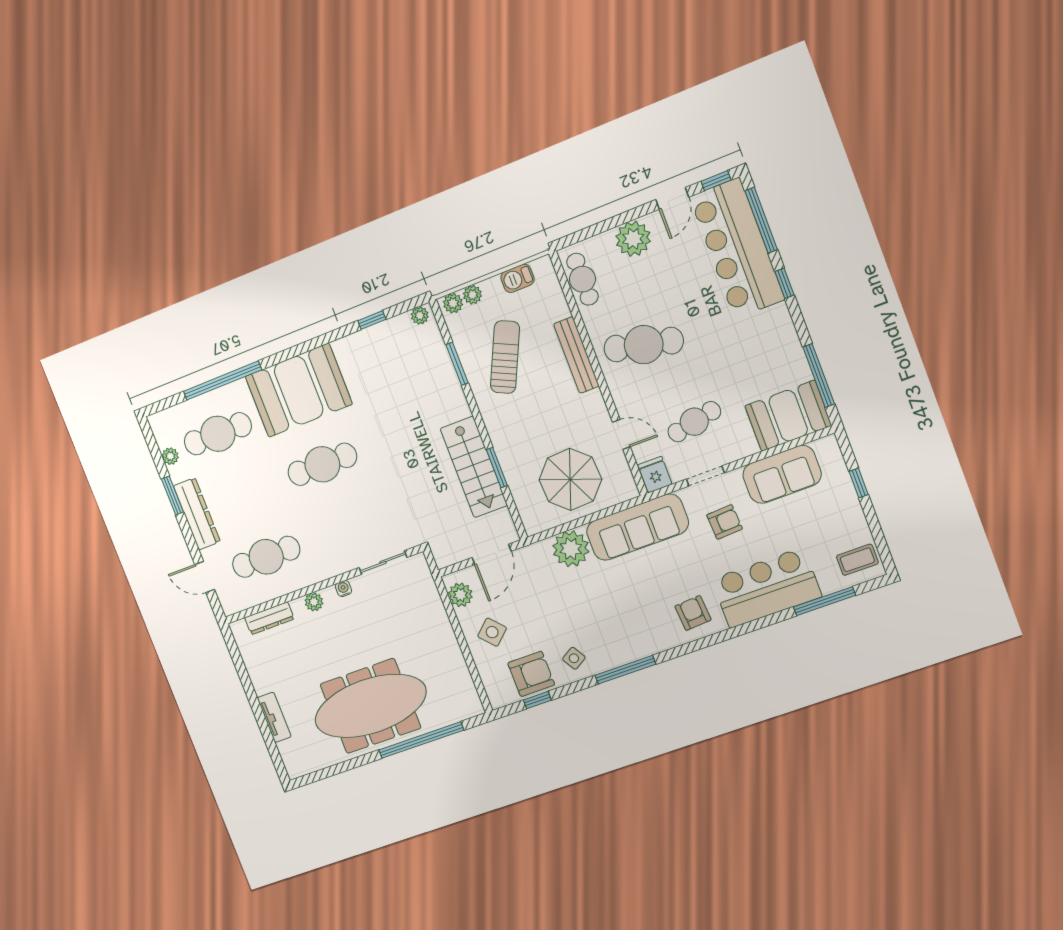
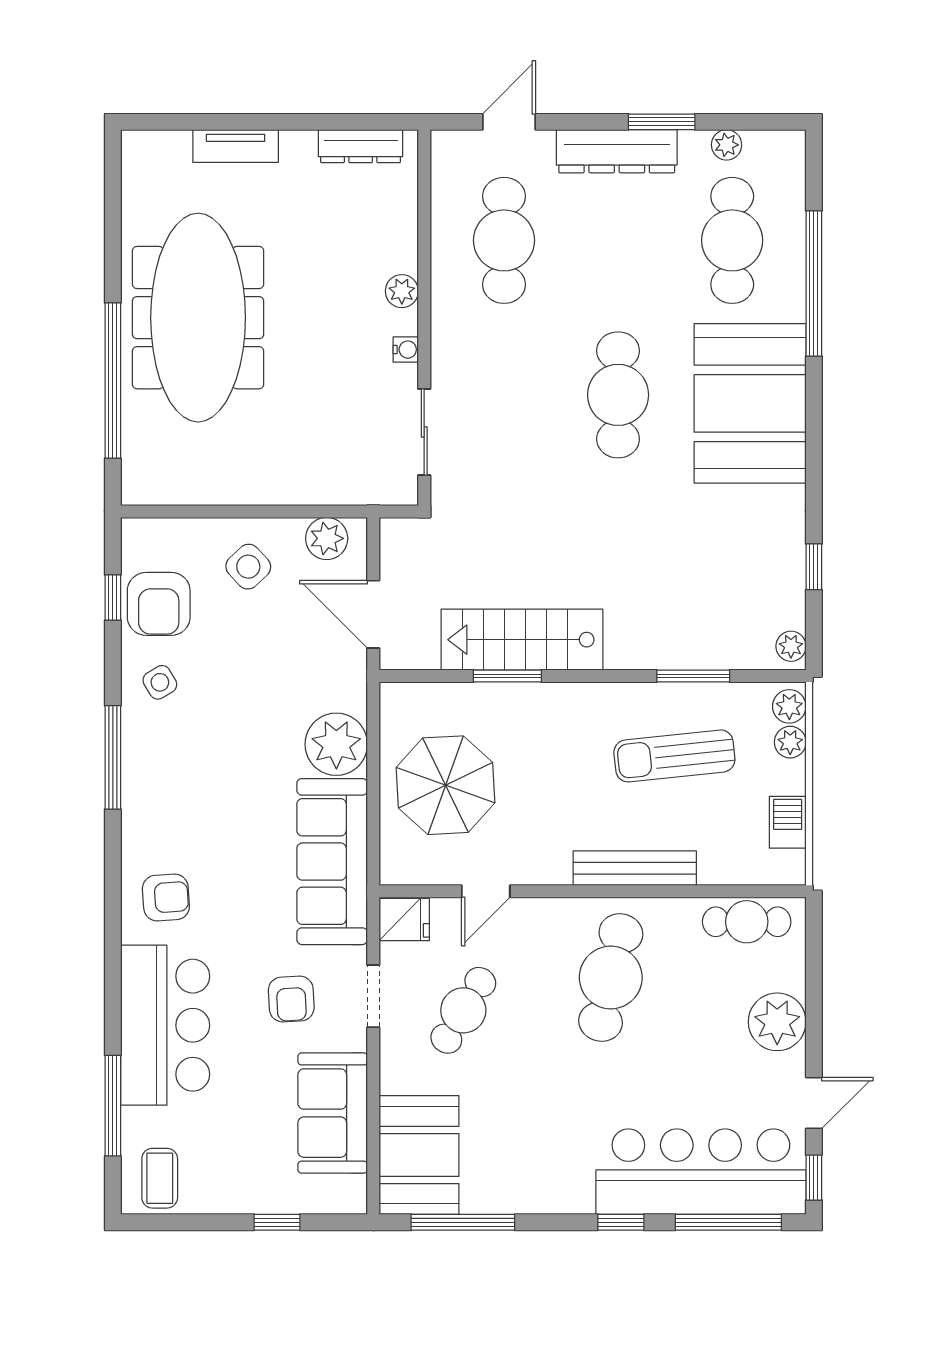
door: (672, 198) -> (814, 1103), swing flipped
sun lounger: (505, 357) -> (674, 756), turned 149
cafe table: (694, 422) -> (463, 1010), turned 43
dresser: (269, 618) -> (361, 146), moved, turned -90

